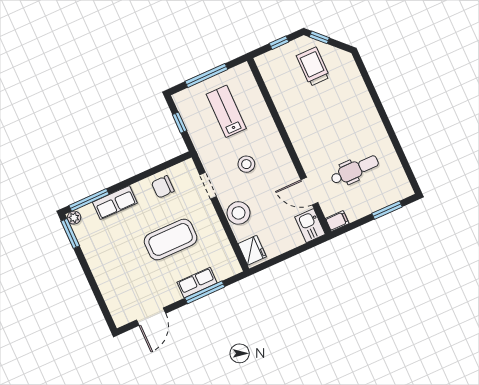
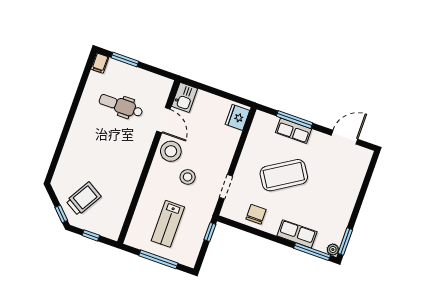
trolley: (313, 67) -> (84, 199), turned -149
window: (180, 123) -> (210, 232), moved
chair: (163, 187) -> (256, 214), turned -90
stool: (238, 213) -> (171, 151), moved
filing cabinet: (337, 221) -> (100, 63), moved, turned -90
coffee table: (171, 239) -> (284, 175), turned -32

